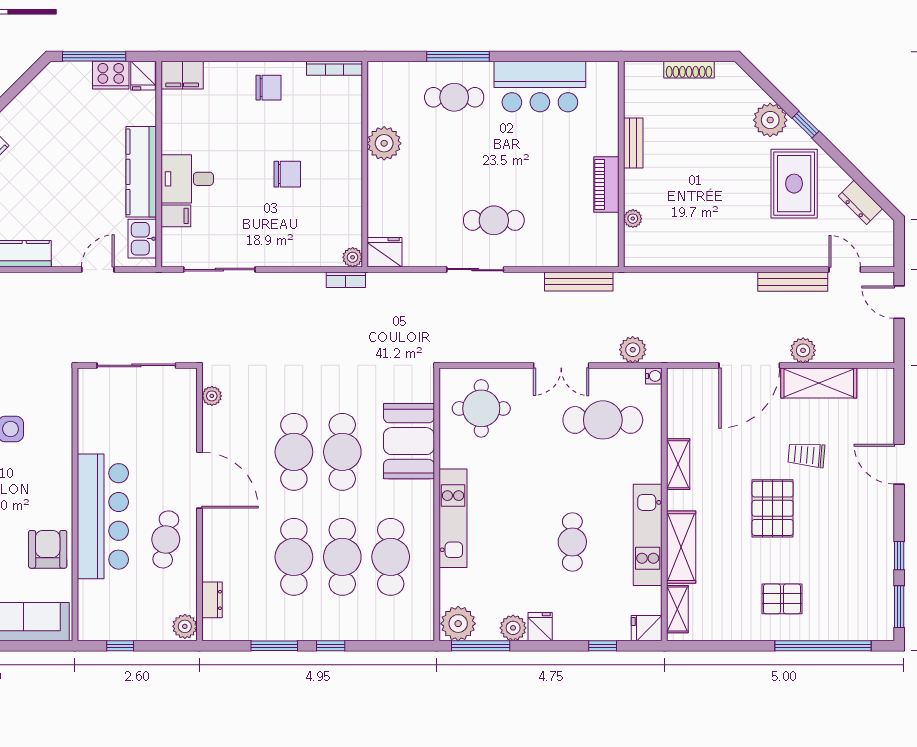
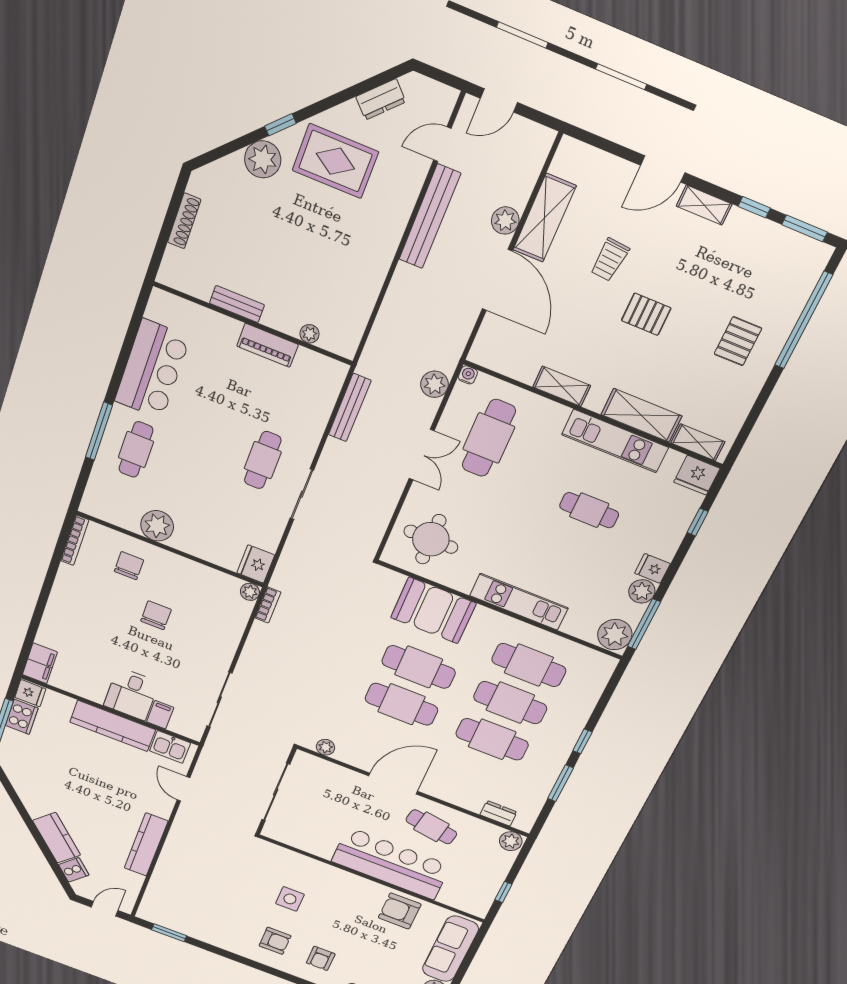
chair: (268, 88) -> (129, 566), moved
bench: (793, 282) -> (430, 217), width x1.37, depth x1.21
pallet: (773, 508) -> (646, 314), width x0.67, depth x0.71
shelving: (884, 513) -> (704, 205), added
fridge: (647, 628) -> (697, 475), width x1.38

